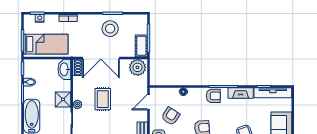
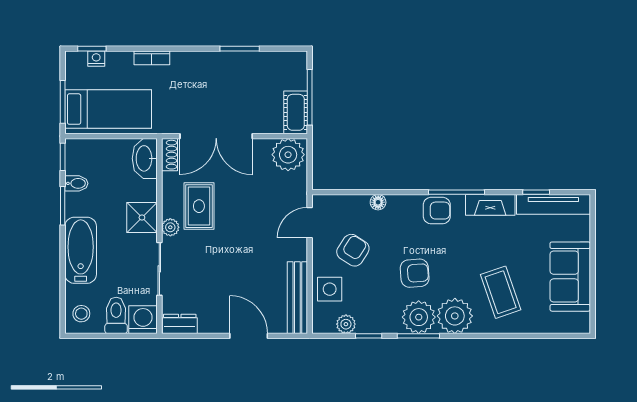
stool: (110, 29) -> (234, 79), removed
rug: (103, 99) -> (199, 206), moved

